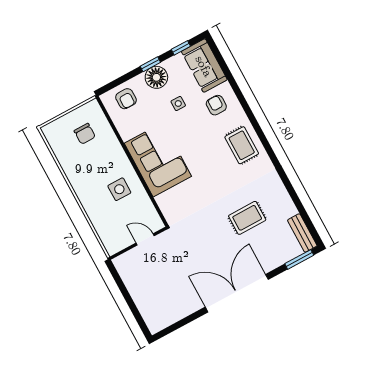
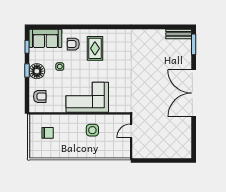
rug: (242, 145) -> (95, 48), moved, turned 90
rug: (247, 218) -> (151, 62), removed

